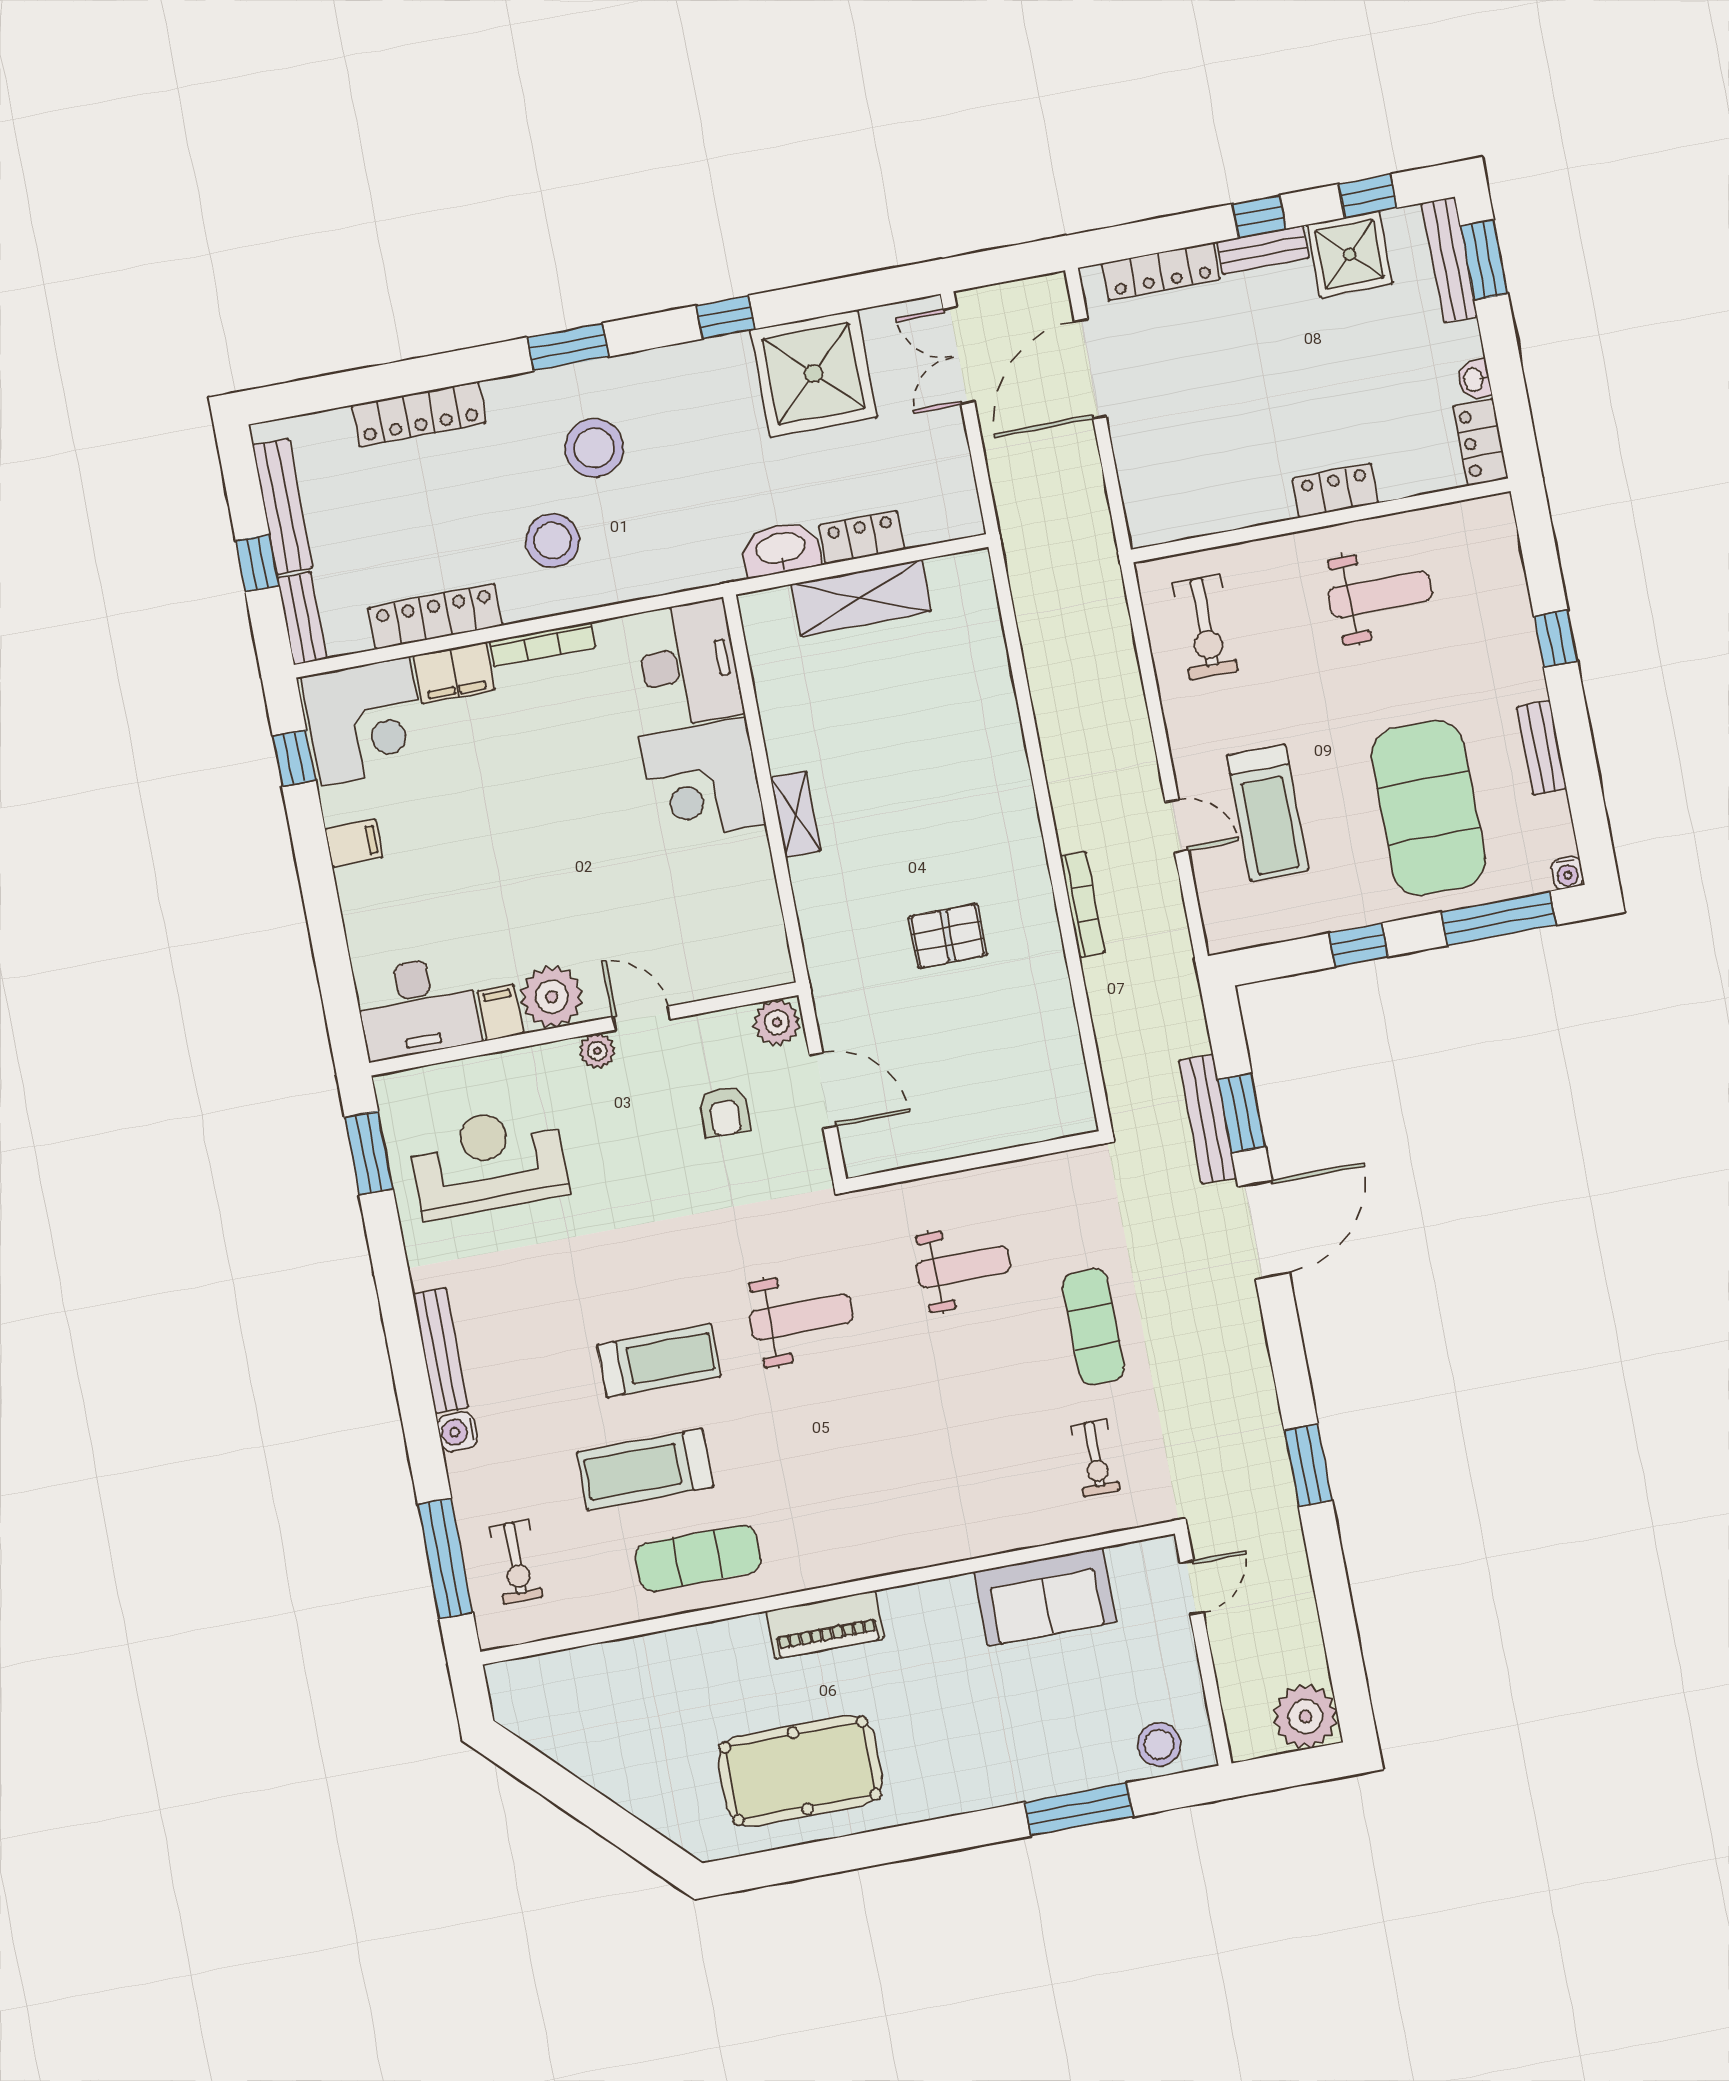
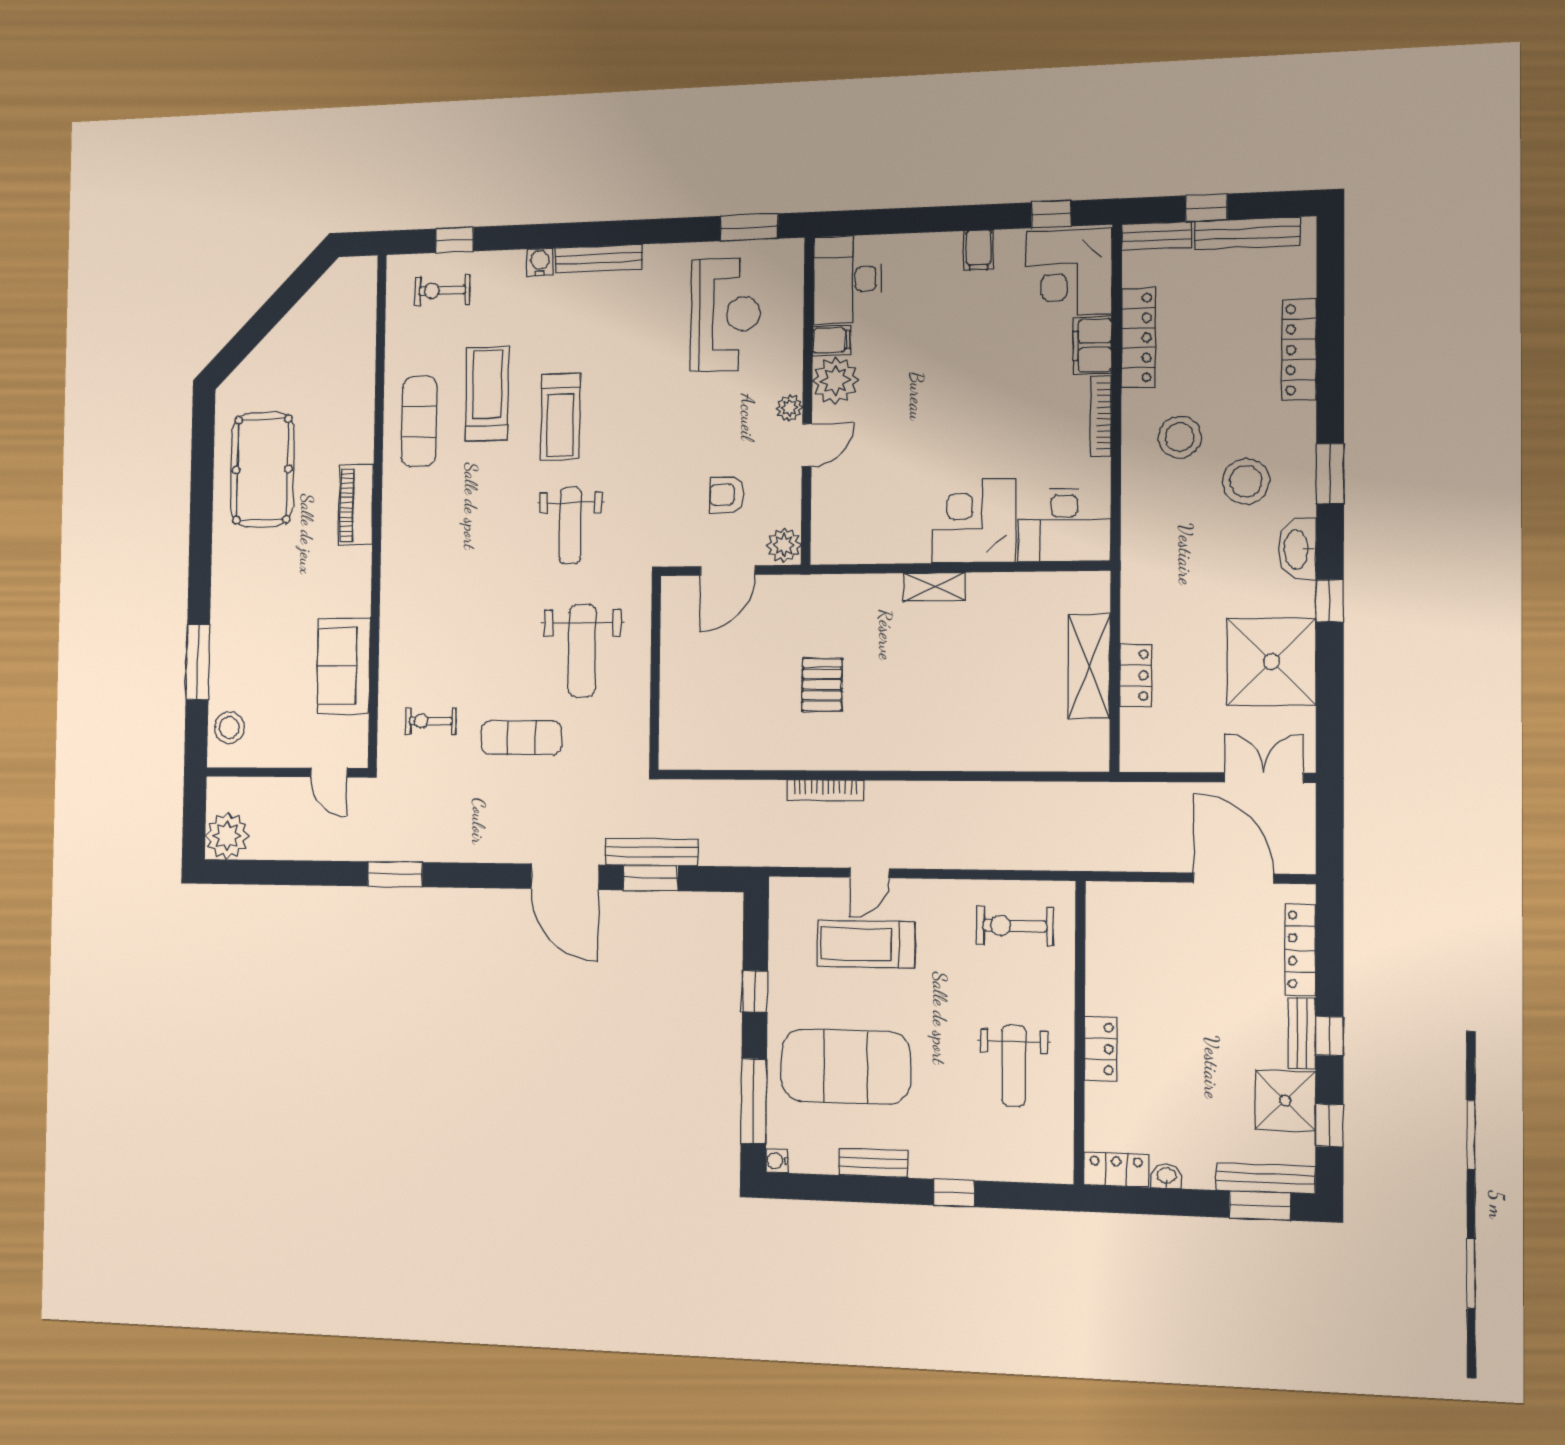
washbasin: (781, 549) -> (1297, 549), moved, turned 180
weight bench: (963, 1267) -> (582, 651), width x1.36, depth x1.33
window: (445, 1559) -> (455, 240), width x0.46

